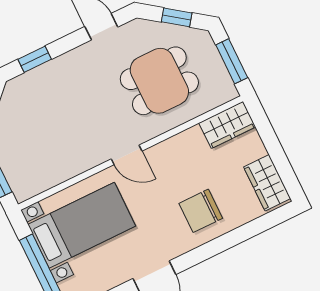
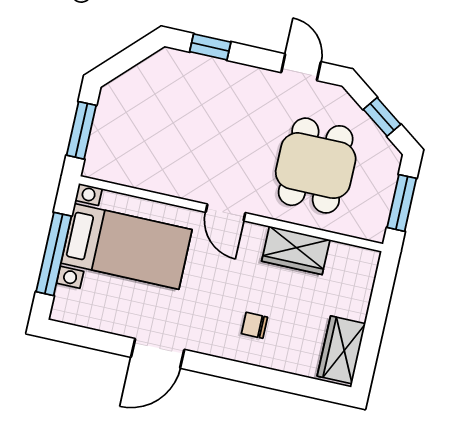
dining table: (159, 81) -> (316, 166), turned 90
wardrobe: (227, 125) -> (296, 250), moved
chair: (201, 211) -> (254, 325), width x0.54, depth x0.54

